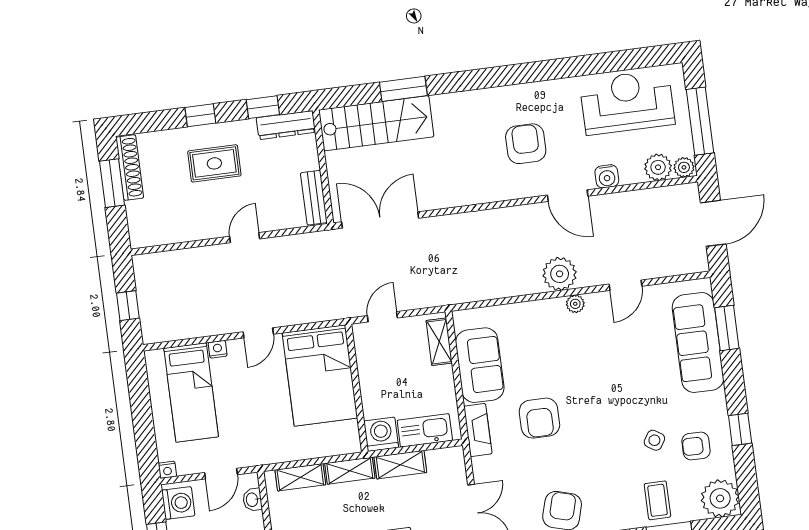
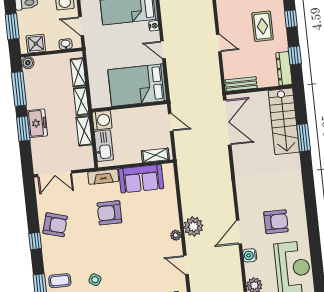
armchair: (526, 144) -> (276, 222), moved

